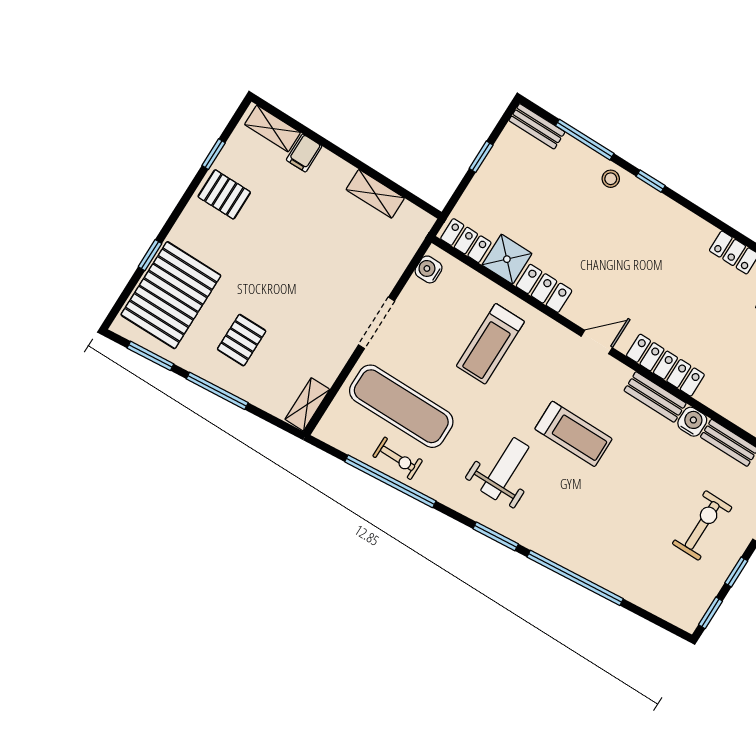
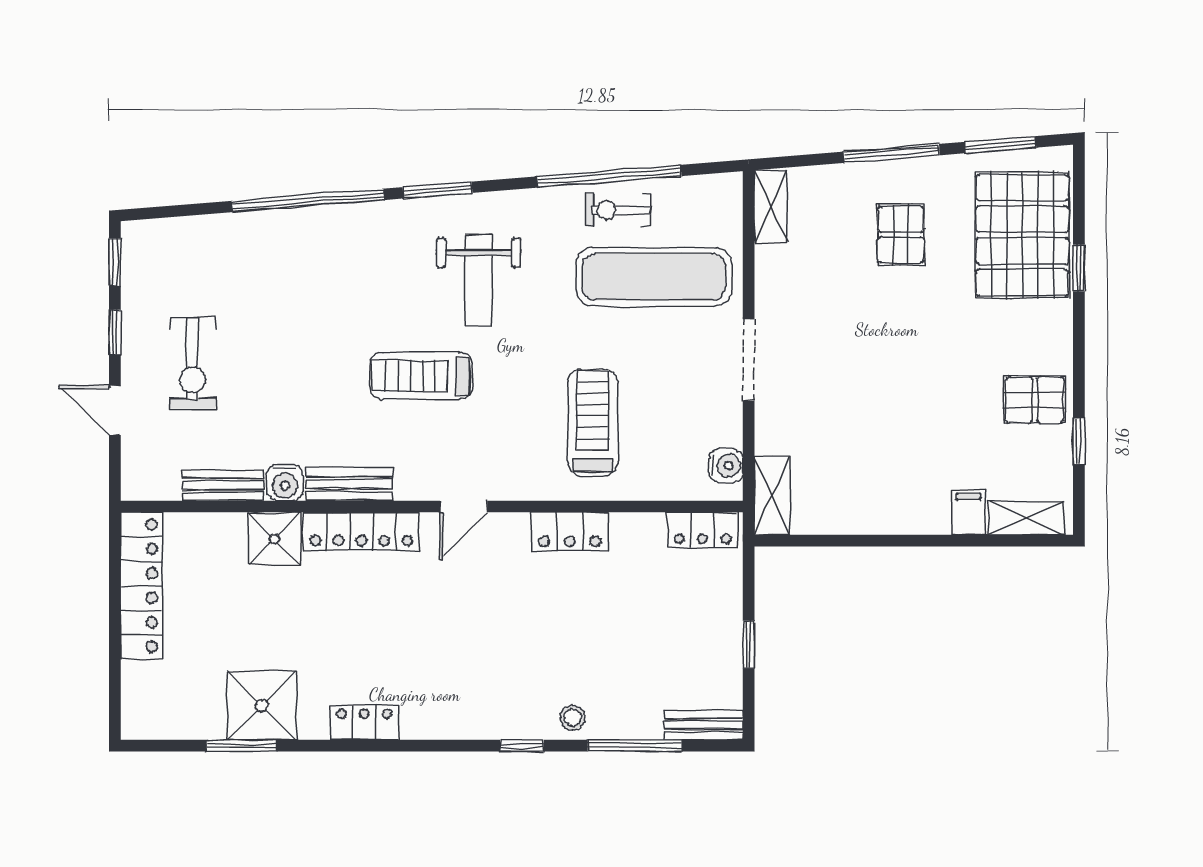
shelving: (375, 194) -> (772, 496), moved, turned 90
shower: (507, 259) -> (274, 539), moved

